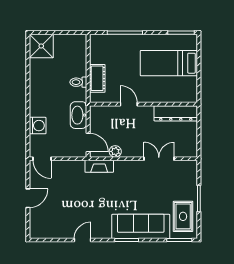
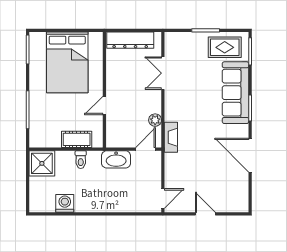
shower: (41, 46) -> (42, 163), moved
bed: (169, 63) -> (67, 62), width x1.50
dresser: (176, 113) -> (130, 40), moved, turned 90
washing machine: (38, 126) -> (65, 203), moved
door: (82, 240) -> (250, 155), width x1.88

